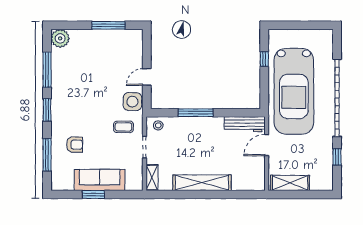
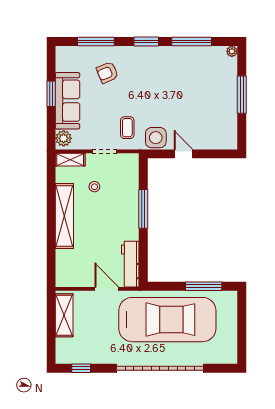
window: (108, 25) -> (242, 95), moved
plant: (60, 38) -> (232, 51), width x0.53, depth x0.53
window: (264, 59) -> (204, 286), width x2.17
car: (294, 91) -> (167, 320), turned 180
stool: (158, 125) -> (94, 187), moved
armchair: (75, 145) -> (107, 73), turned 67
window: (337, 157) -> (81, 368), moved
plant: (133, 183) -> (64, 138), added

